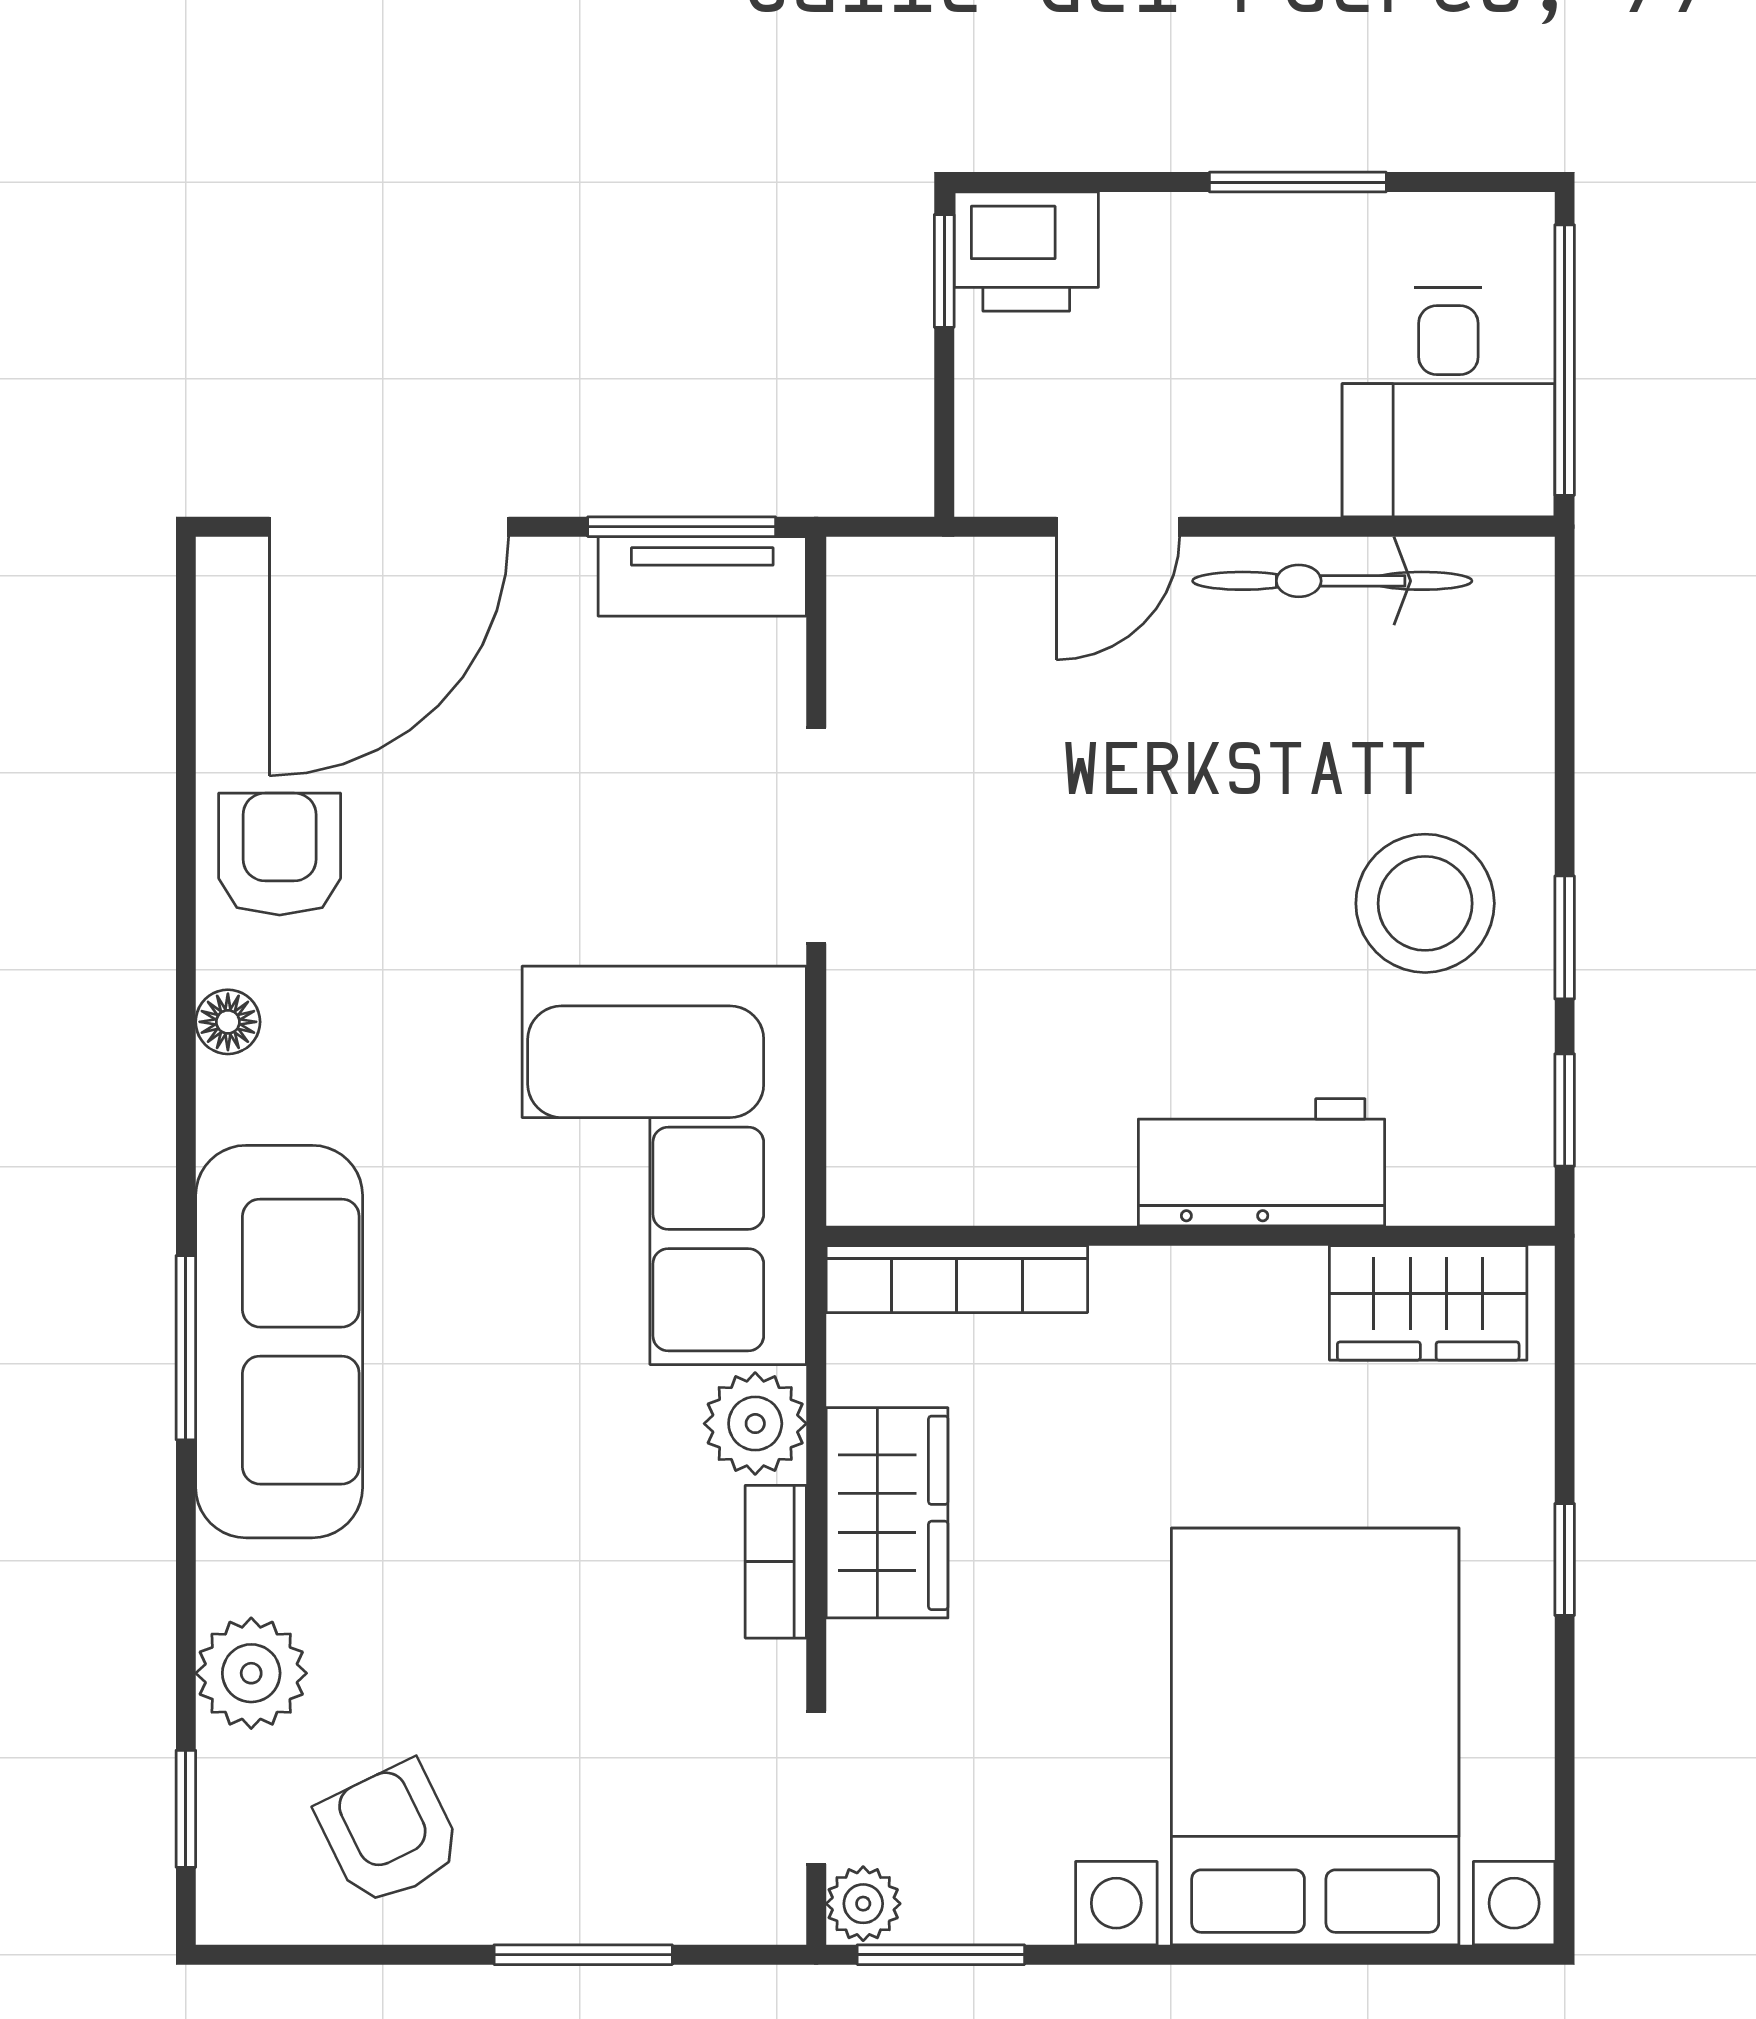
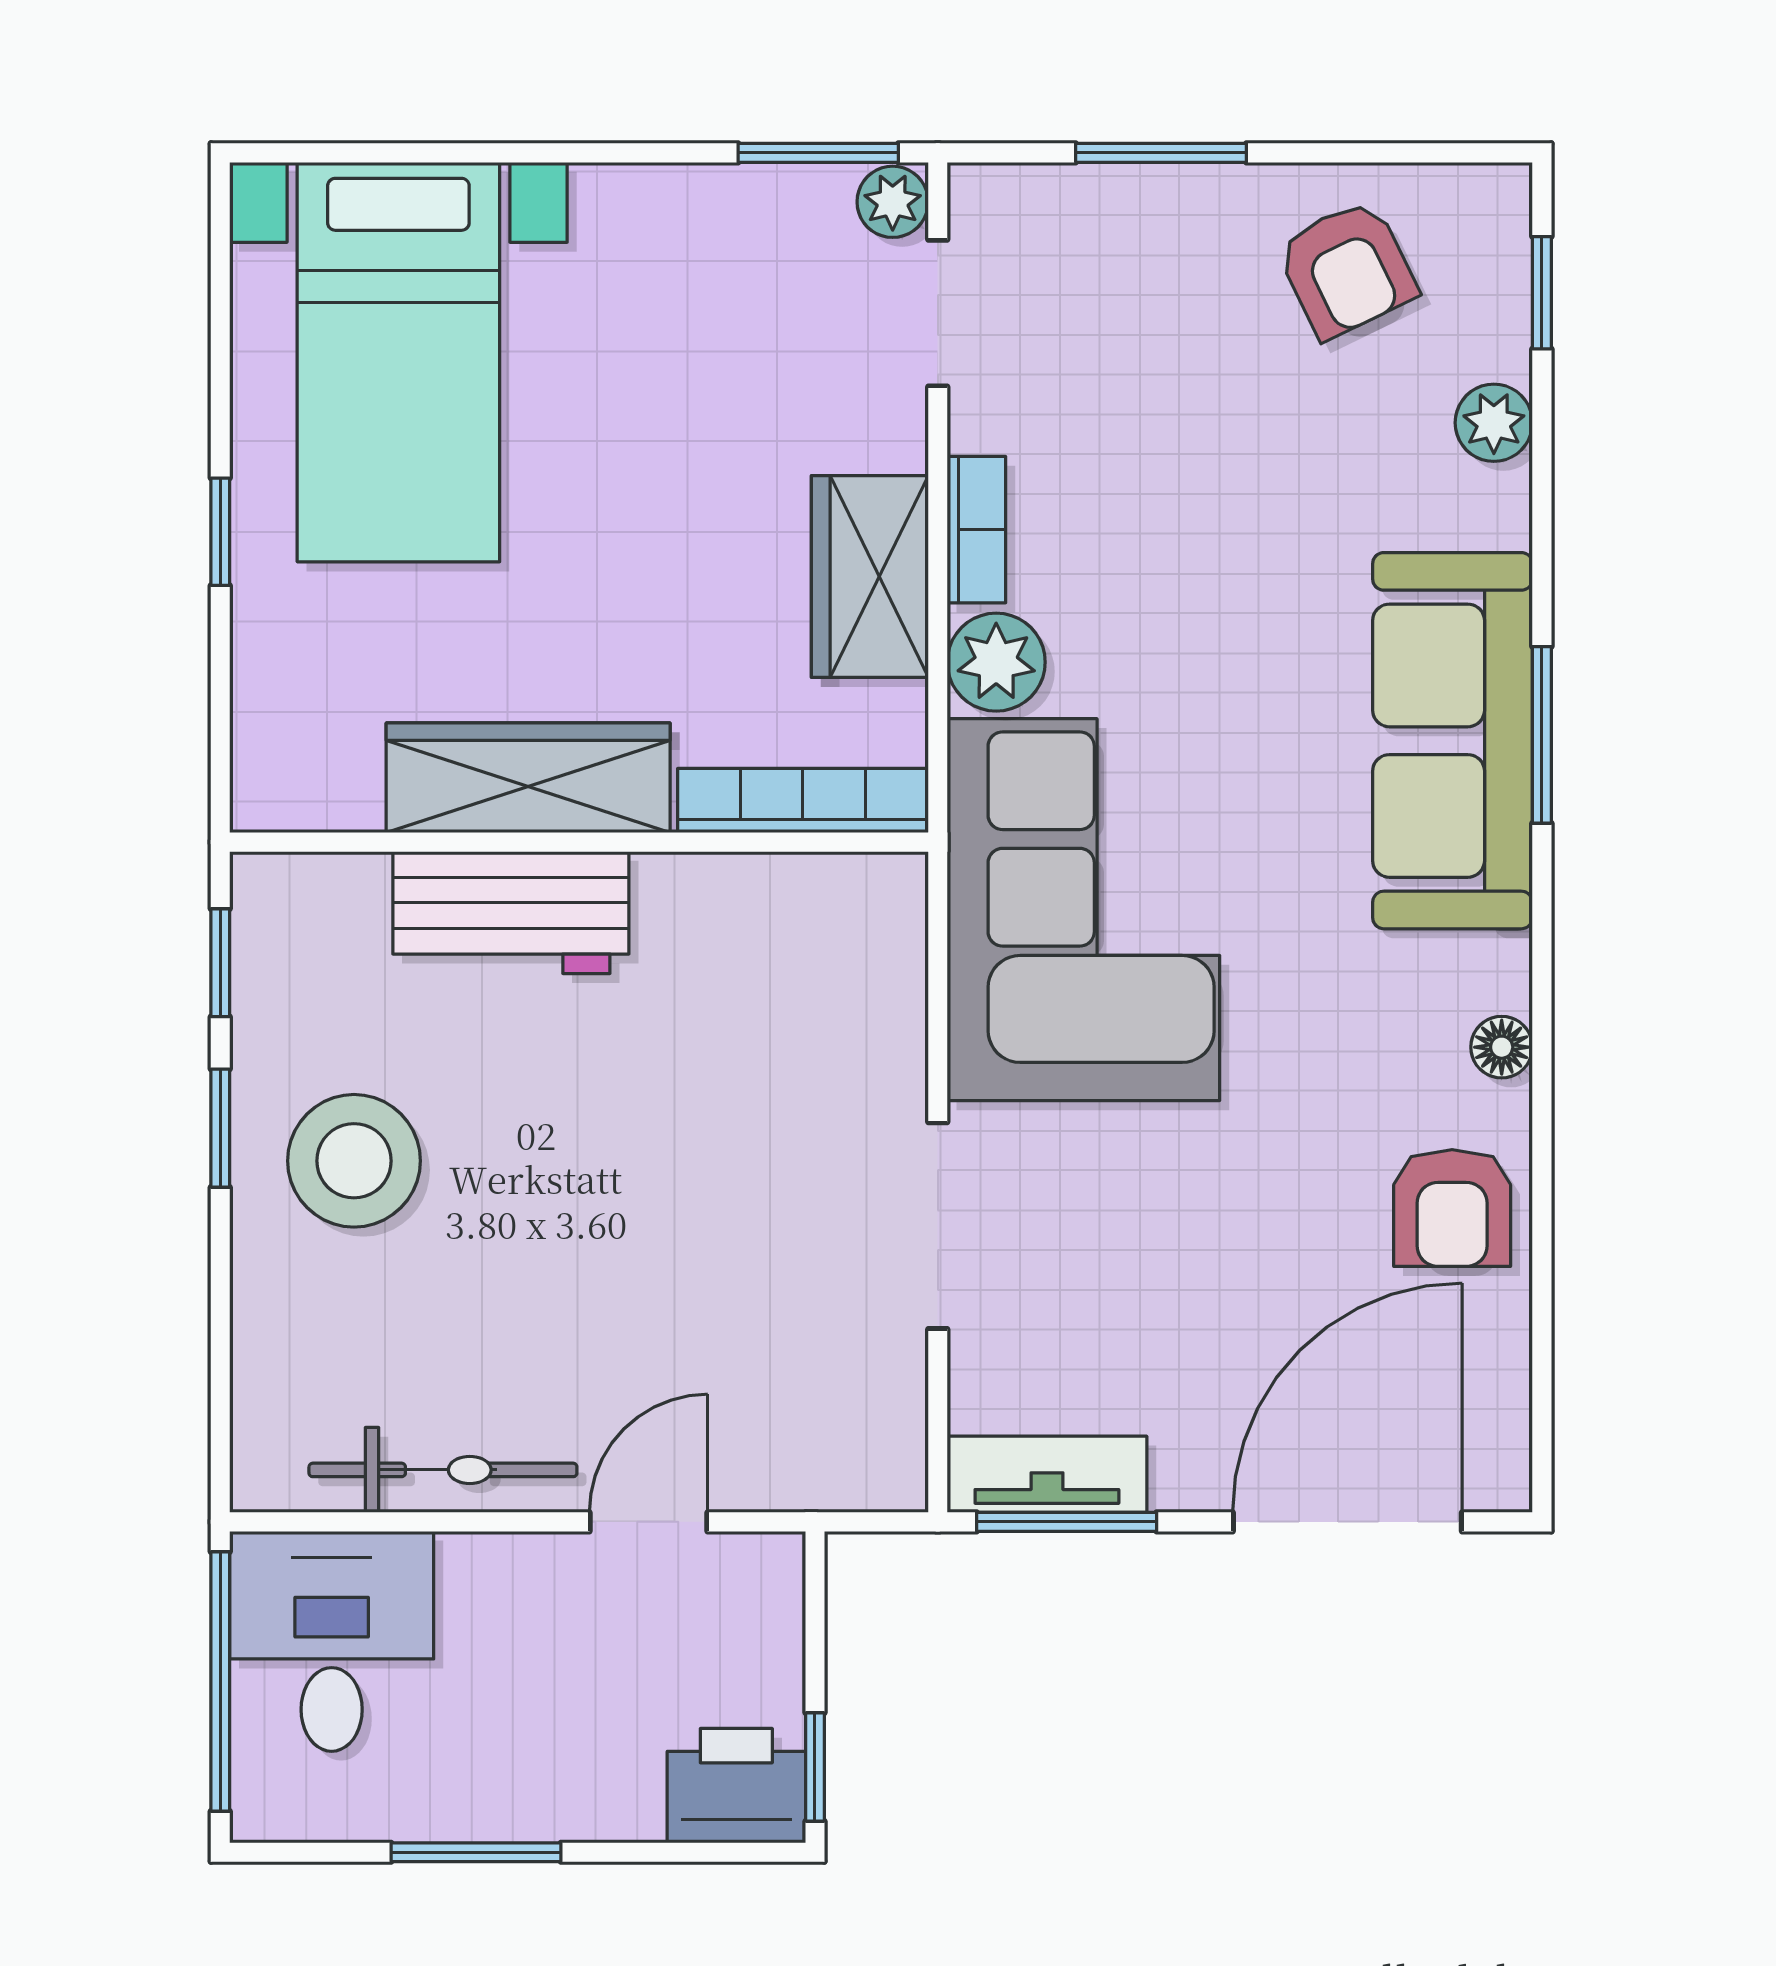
wardrobe: (1428, 1303) -> (528, 778), moved, width x1.50
plant: (251, 1673) -> (1494, 423), width x0.73, depth x0.73
bed with nightstands: (1315, 1736) -> (398, 362), width x0.73

